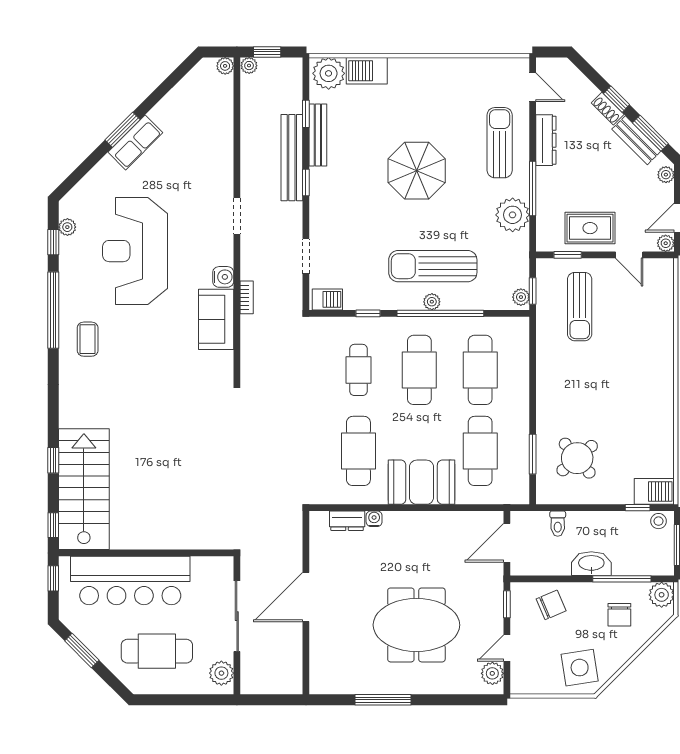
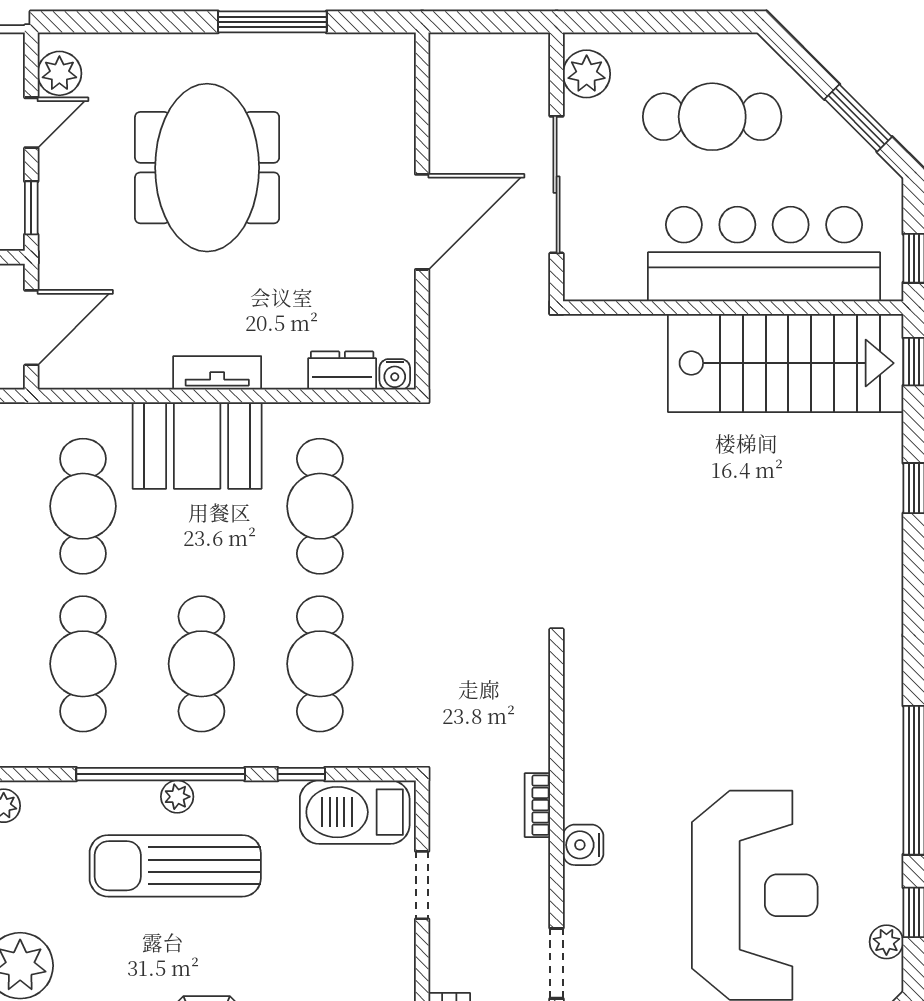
sun lounger: (433, 266) -> (175, 866), turned 180
barbecue: (327, 299) -> (355, 812), width x1.88, depth x1.53
sofa: (216, 319) -> (597, 762), removed
coffee table: (88, 339) -> (847, 724), removed
cafe table: (358, 370) -> (320, 664), width x1.37, depth x1.35
stairs: (84, 489) -> (786, 363), moved, turned -90
water cooler: (374, 519) -> (395, 374), moved
tv unit: (411, 519) -> (217, 373), added
meeting table: (416, 625) -> (207, 168), turned 90

